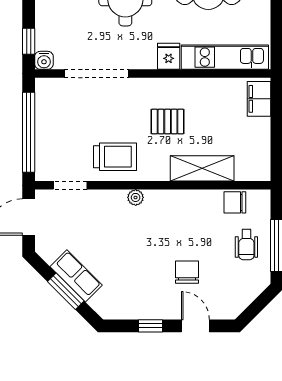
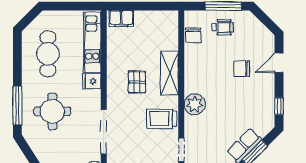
trolley: (115, 157) -> (161, 119), turned -90
shelving: (202, 168) -> (170, 73), moved
plant: (136, 197) -> (195, 104), width x1.87, depth x1.87
window: (151, 326) -> (279, 106), moved

